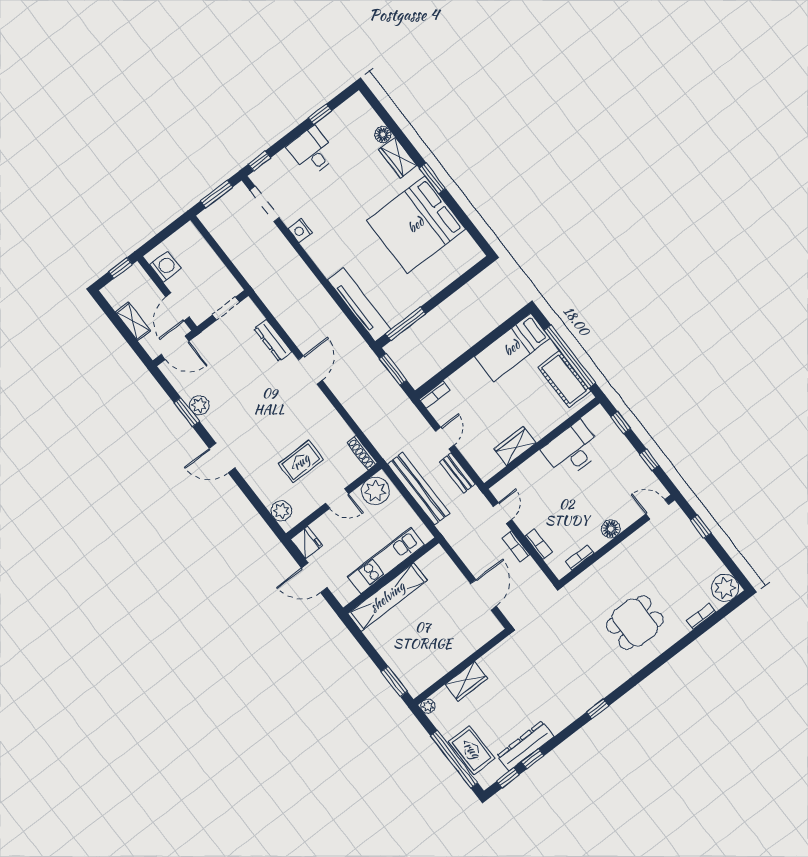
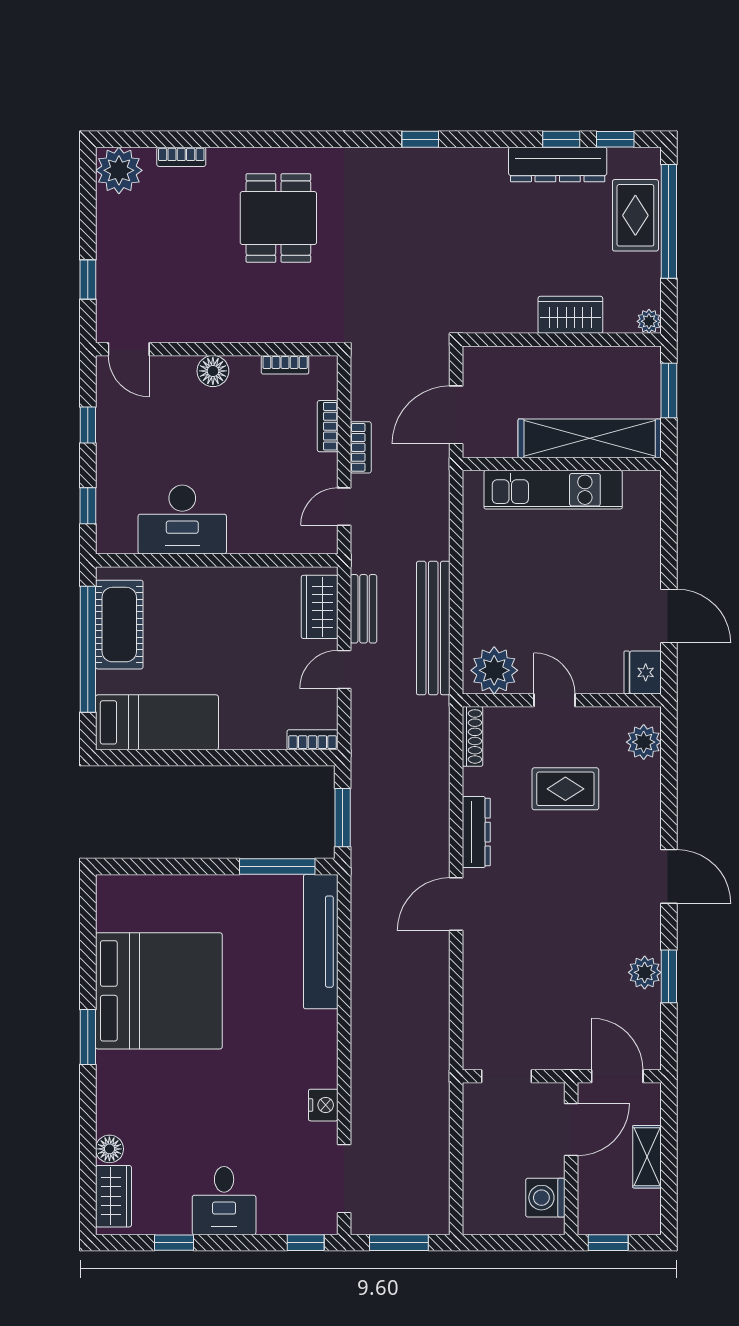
wardrobe: (398, 158) -> (113, 1196), moved
dresser: (273, 340) -> (476, 832), moved
wardrobe: (515, 446) -> (320, 607), moved, turned 90
kitchen unit: (386, 561) -> (553, 490), moved
wall: (391, 575) -> (562, 464), moved
shelving: (387, 597) -> (590, 438), moved
dining table: (635, 622) -> (278, 218), turned 90

